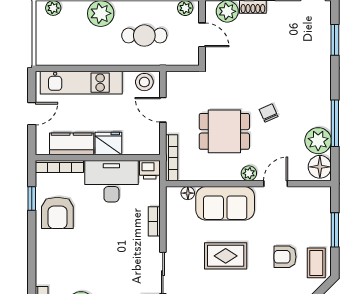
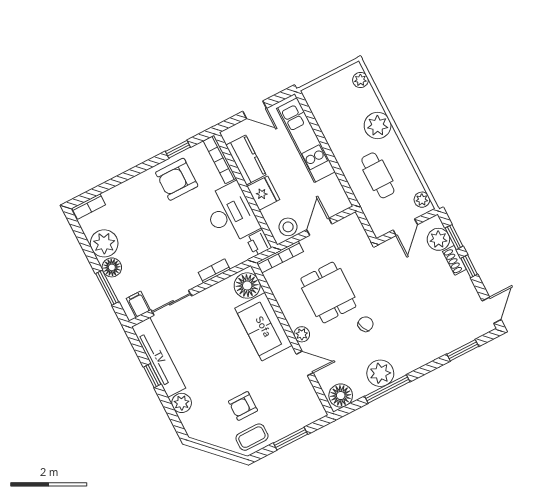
stool: (144, 82) -> (288, 227), moved
plant: (318, 141) -> (380, 373), moved
floor lamp: (188, 193) -> (247, 286), width x1.89, depth x1.89
rug: (226, 256) -> (216, 352), removed
armchair: (285, 257) -> (243, 406), turned -90

